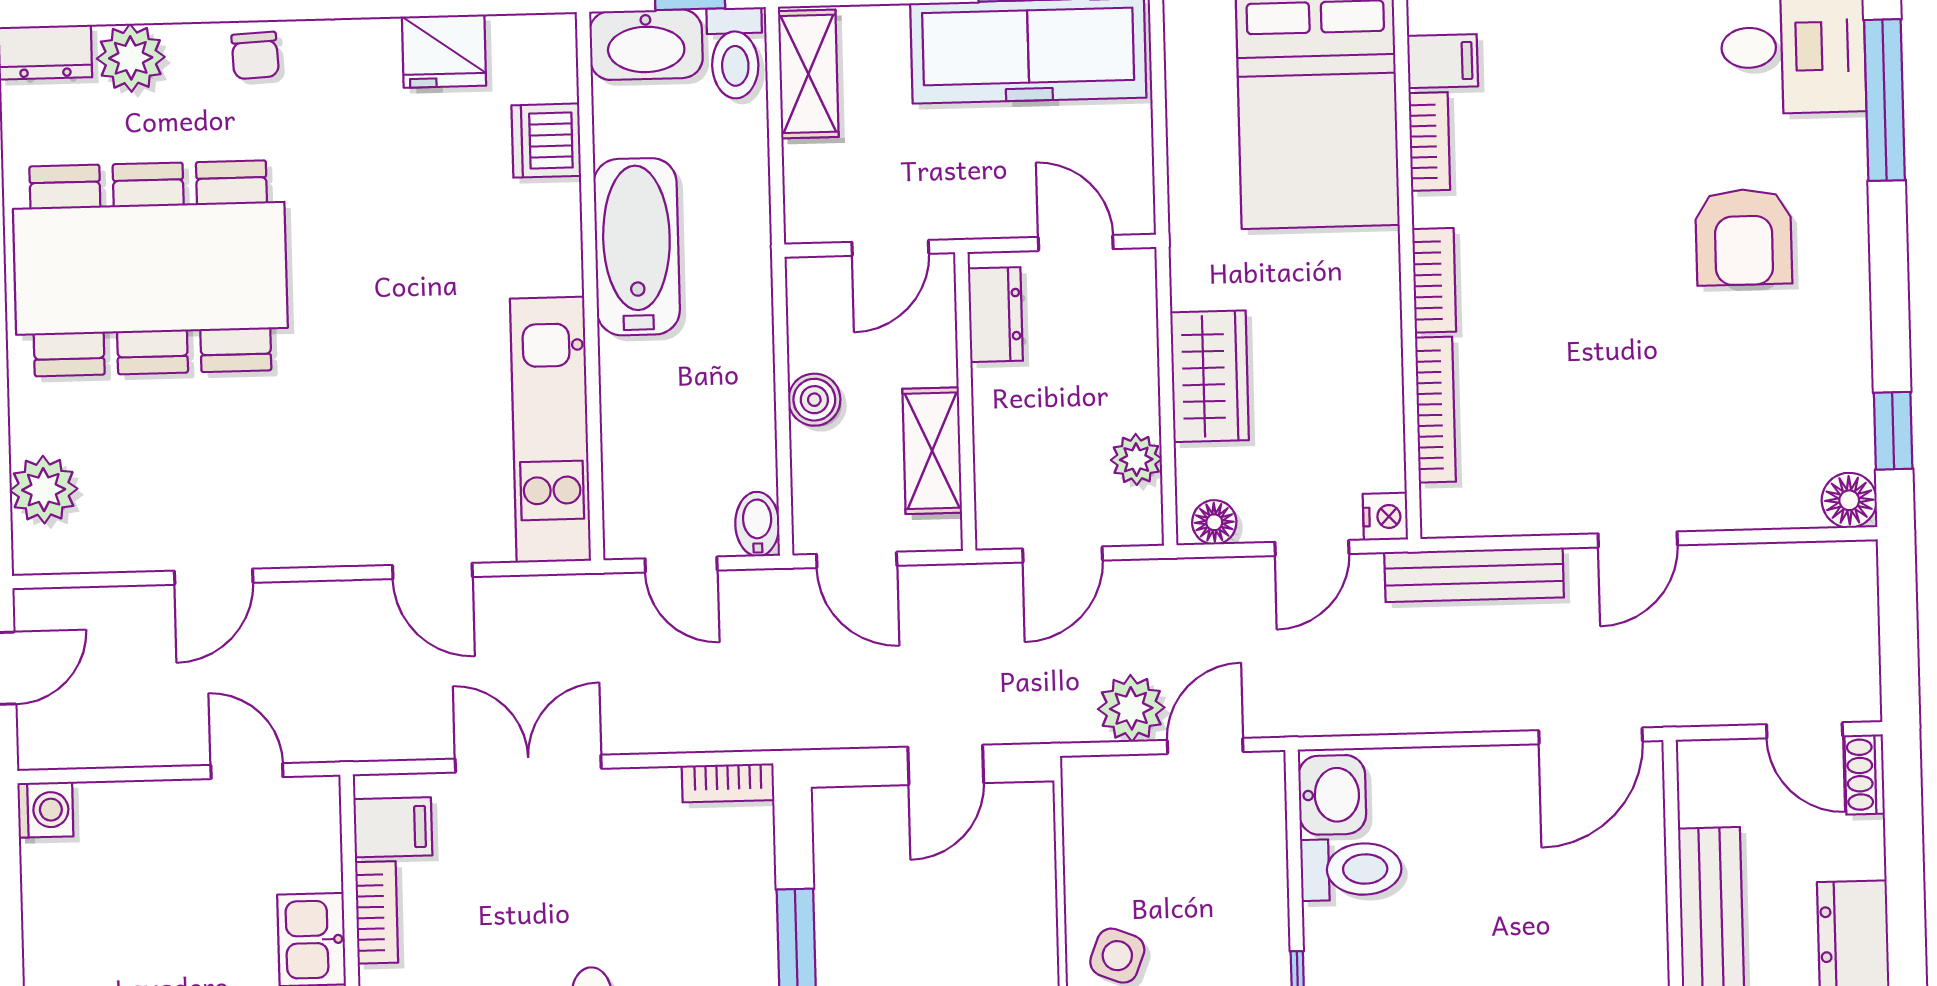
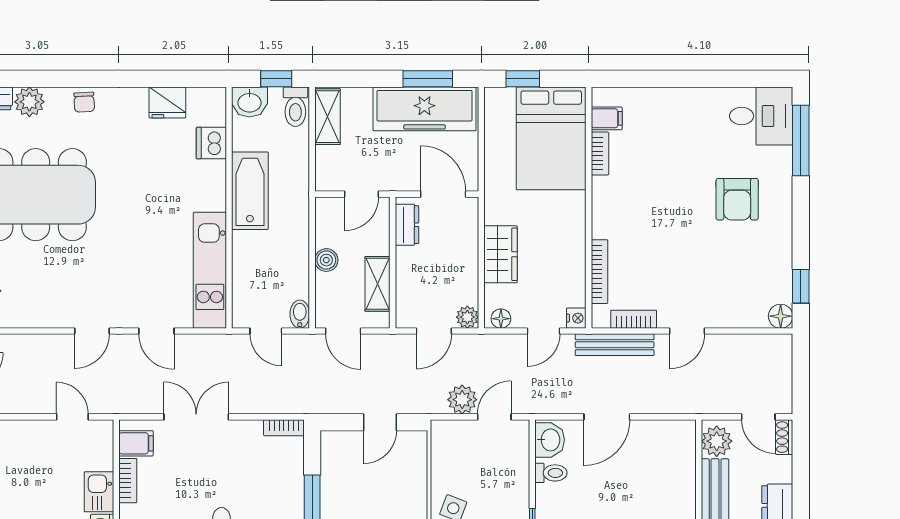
washbasin: (646, 45) -> (250, 102), width x0.72
door: (1076, 243) -> (443, 194), width x1.38
bookcase: (1434, 280) -> (634, 319), moved, turned -90
plant: (1136, 459) -> (467, 317), moved
door: (214, 577) -> (92, 331), moved
door: (1591, 736) -> (607, 417), moved
plant: (1712, 788) -> (717, 441), added
toilet: (1351, 869) -> (551, 473), width x0.73, depth x0.72

